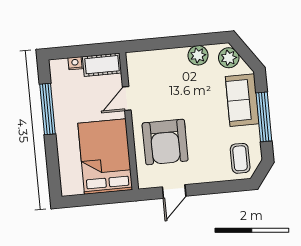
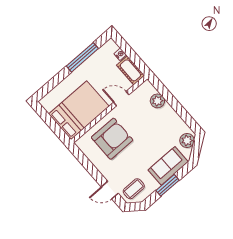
plant: (198, 55) -> (157, 101), moved
window: (264, 117) -> (168, 185), width x0.69
armchair: (165, 142) -> (112, 139), turned 180
door: (174, 191) -> (110, 190), moved

